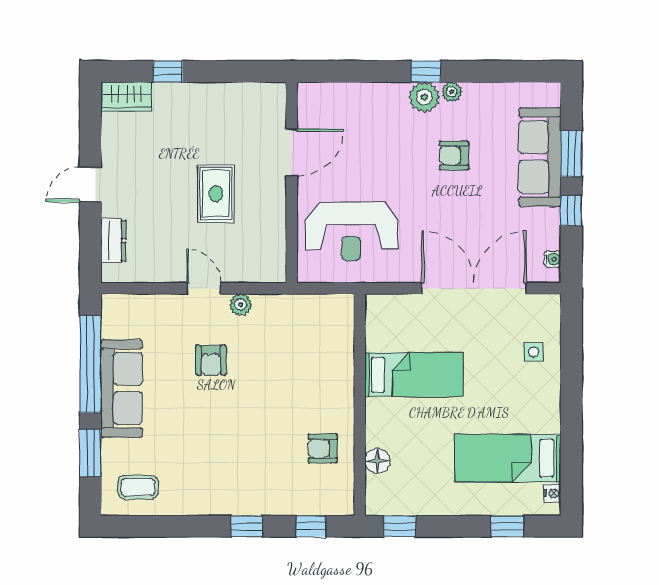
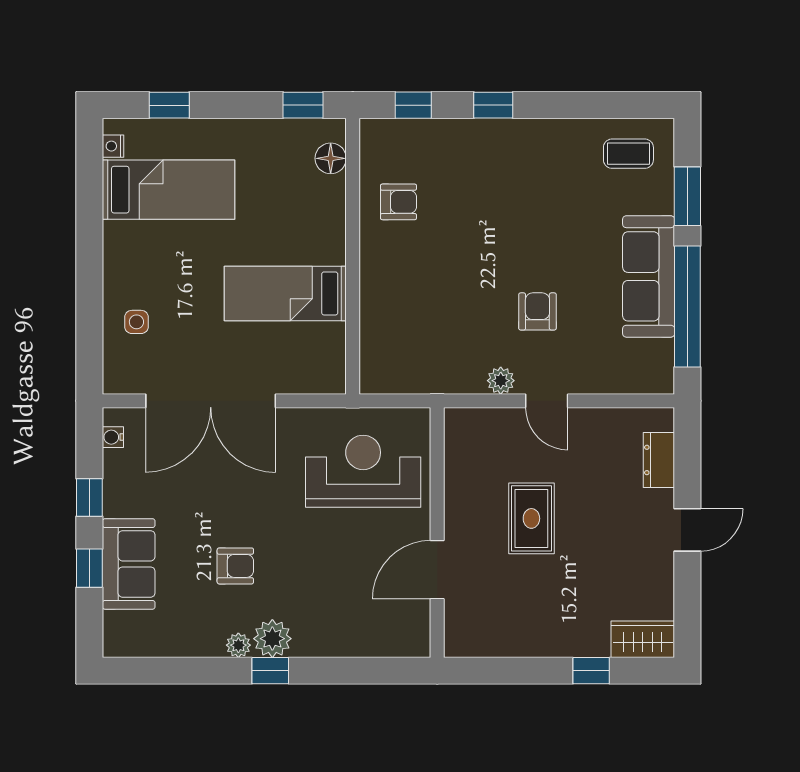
window: (571, 154) -> (89, 568), width x0.67
sofa: (540, 157) -> (129, 564), width x0.73
floor lamp: (377, 461) -> (331, 158), moved

